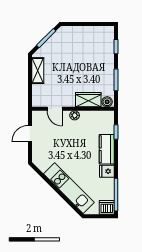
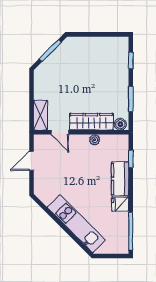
shelving: (38, 71) -> (40, 115), moved
wardrobe: (88, 100) -> (91, 122), width x1.50
plant: (75, 115) -> (95, 140), moved
dishwasher: (107, 207) -> (120, 246), removed

